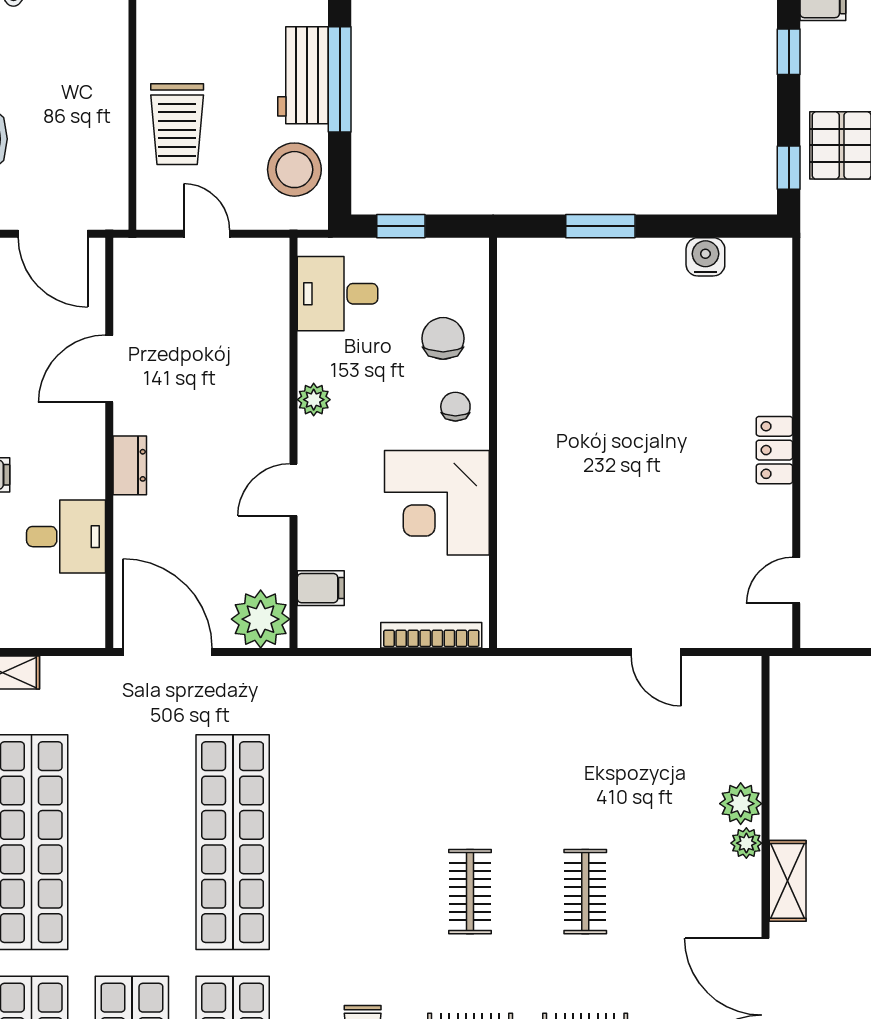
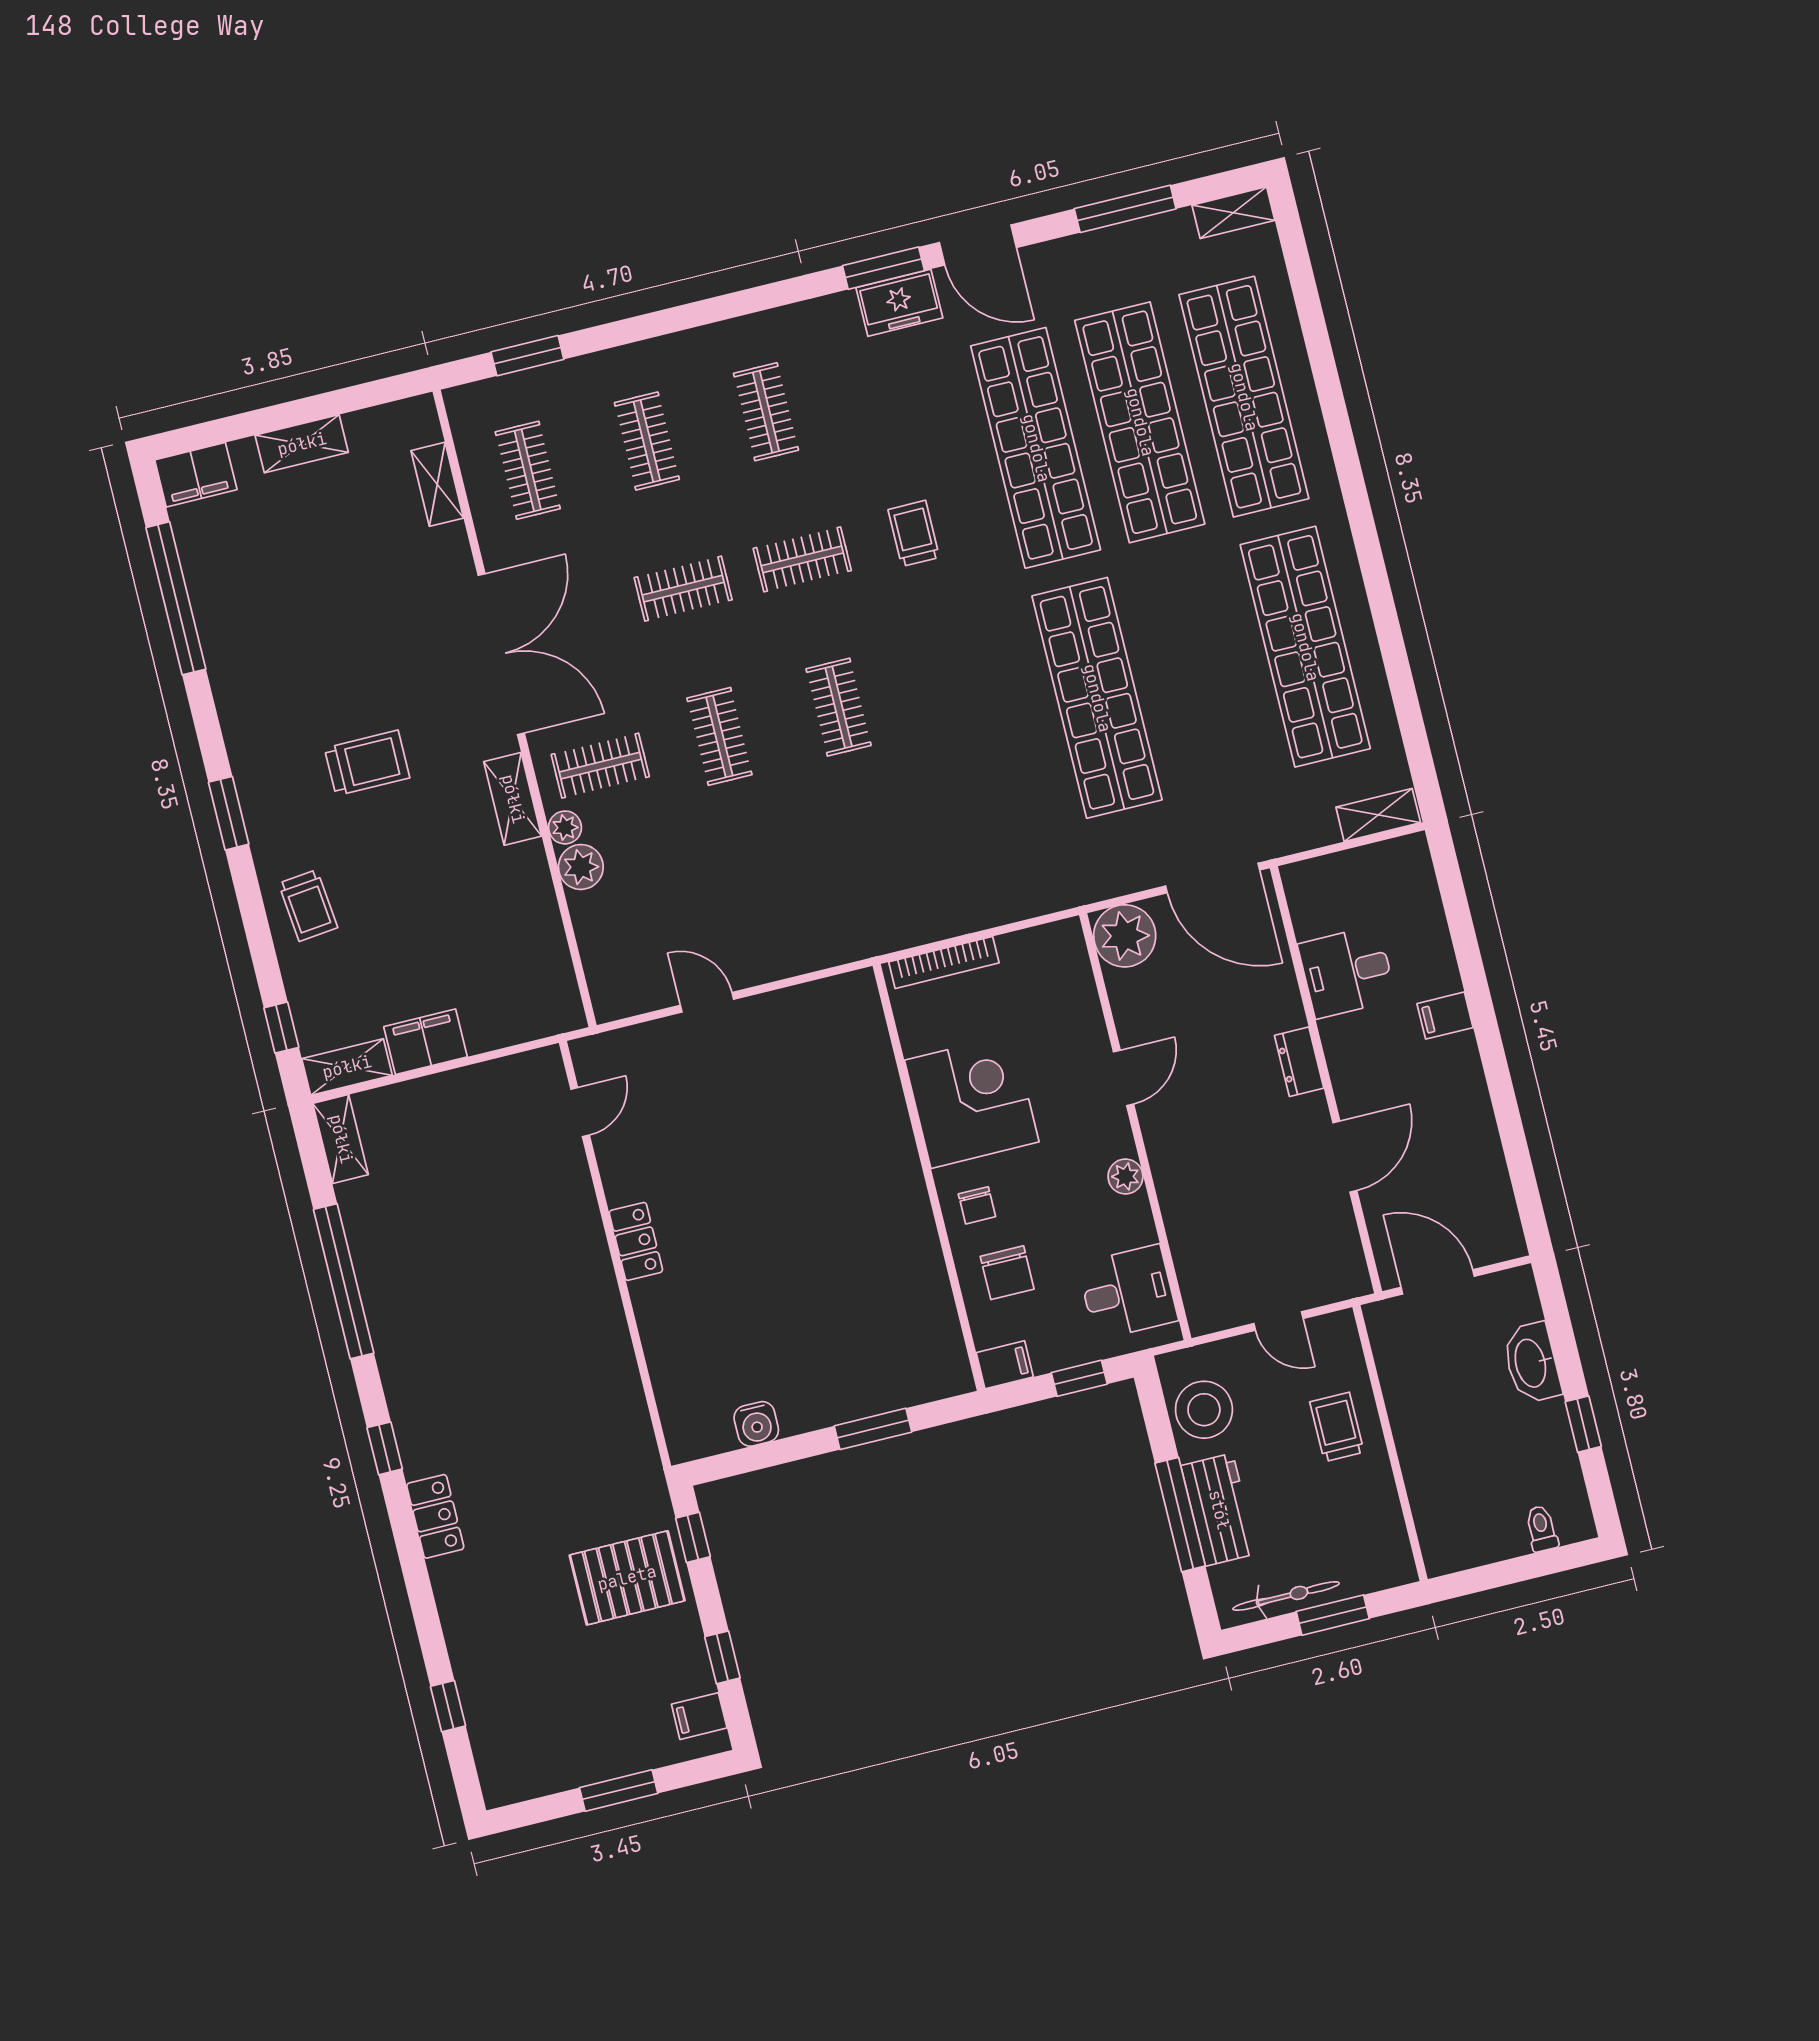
trolley: (177, 124) -> (1337, 1427), width x0.73, depth x0.72
filing cabinet: (321, 588) -> (1005, 1365), moved, turned 180
clothes rail: (700, 892) -> (600, 766), added

